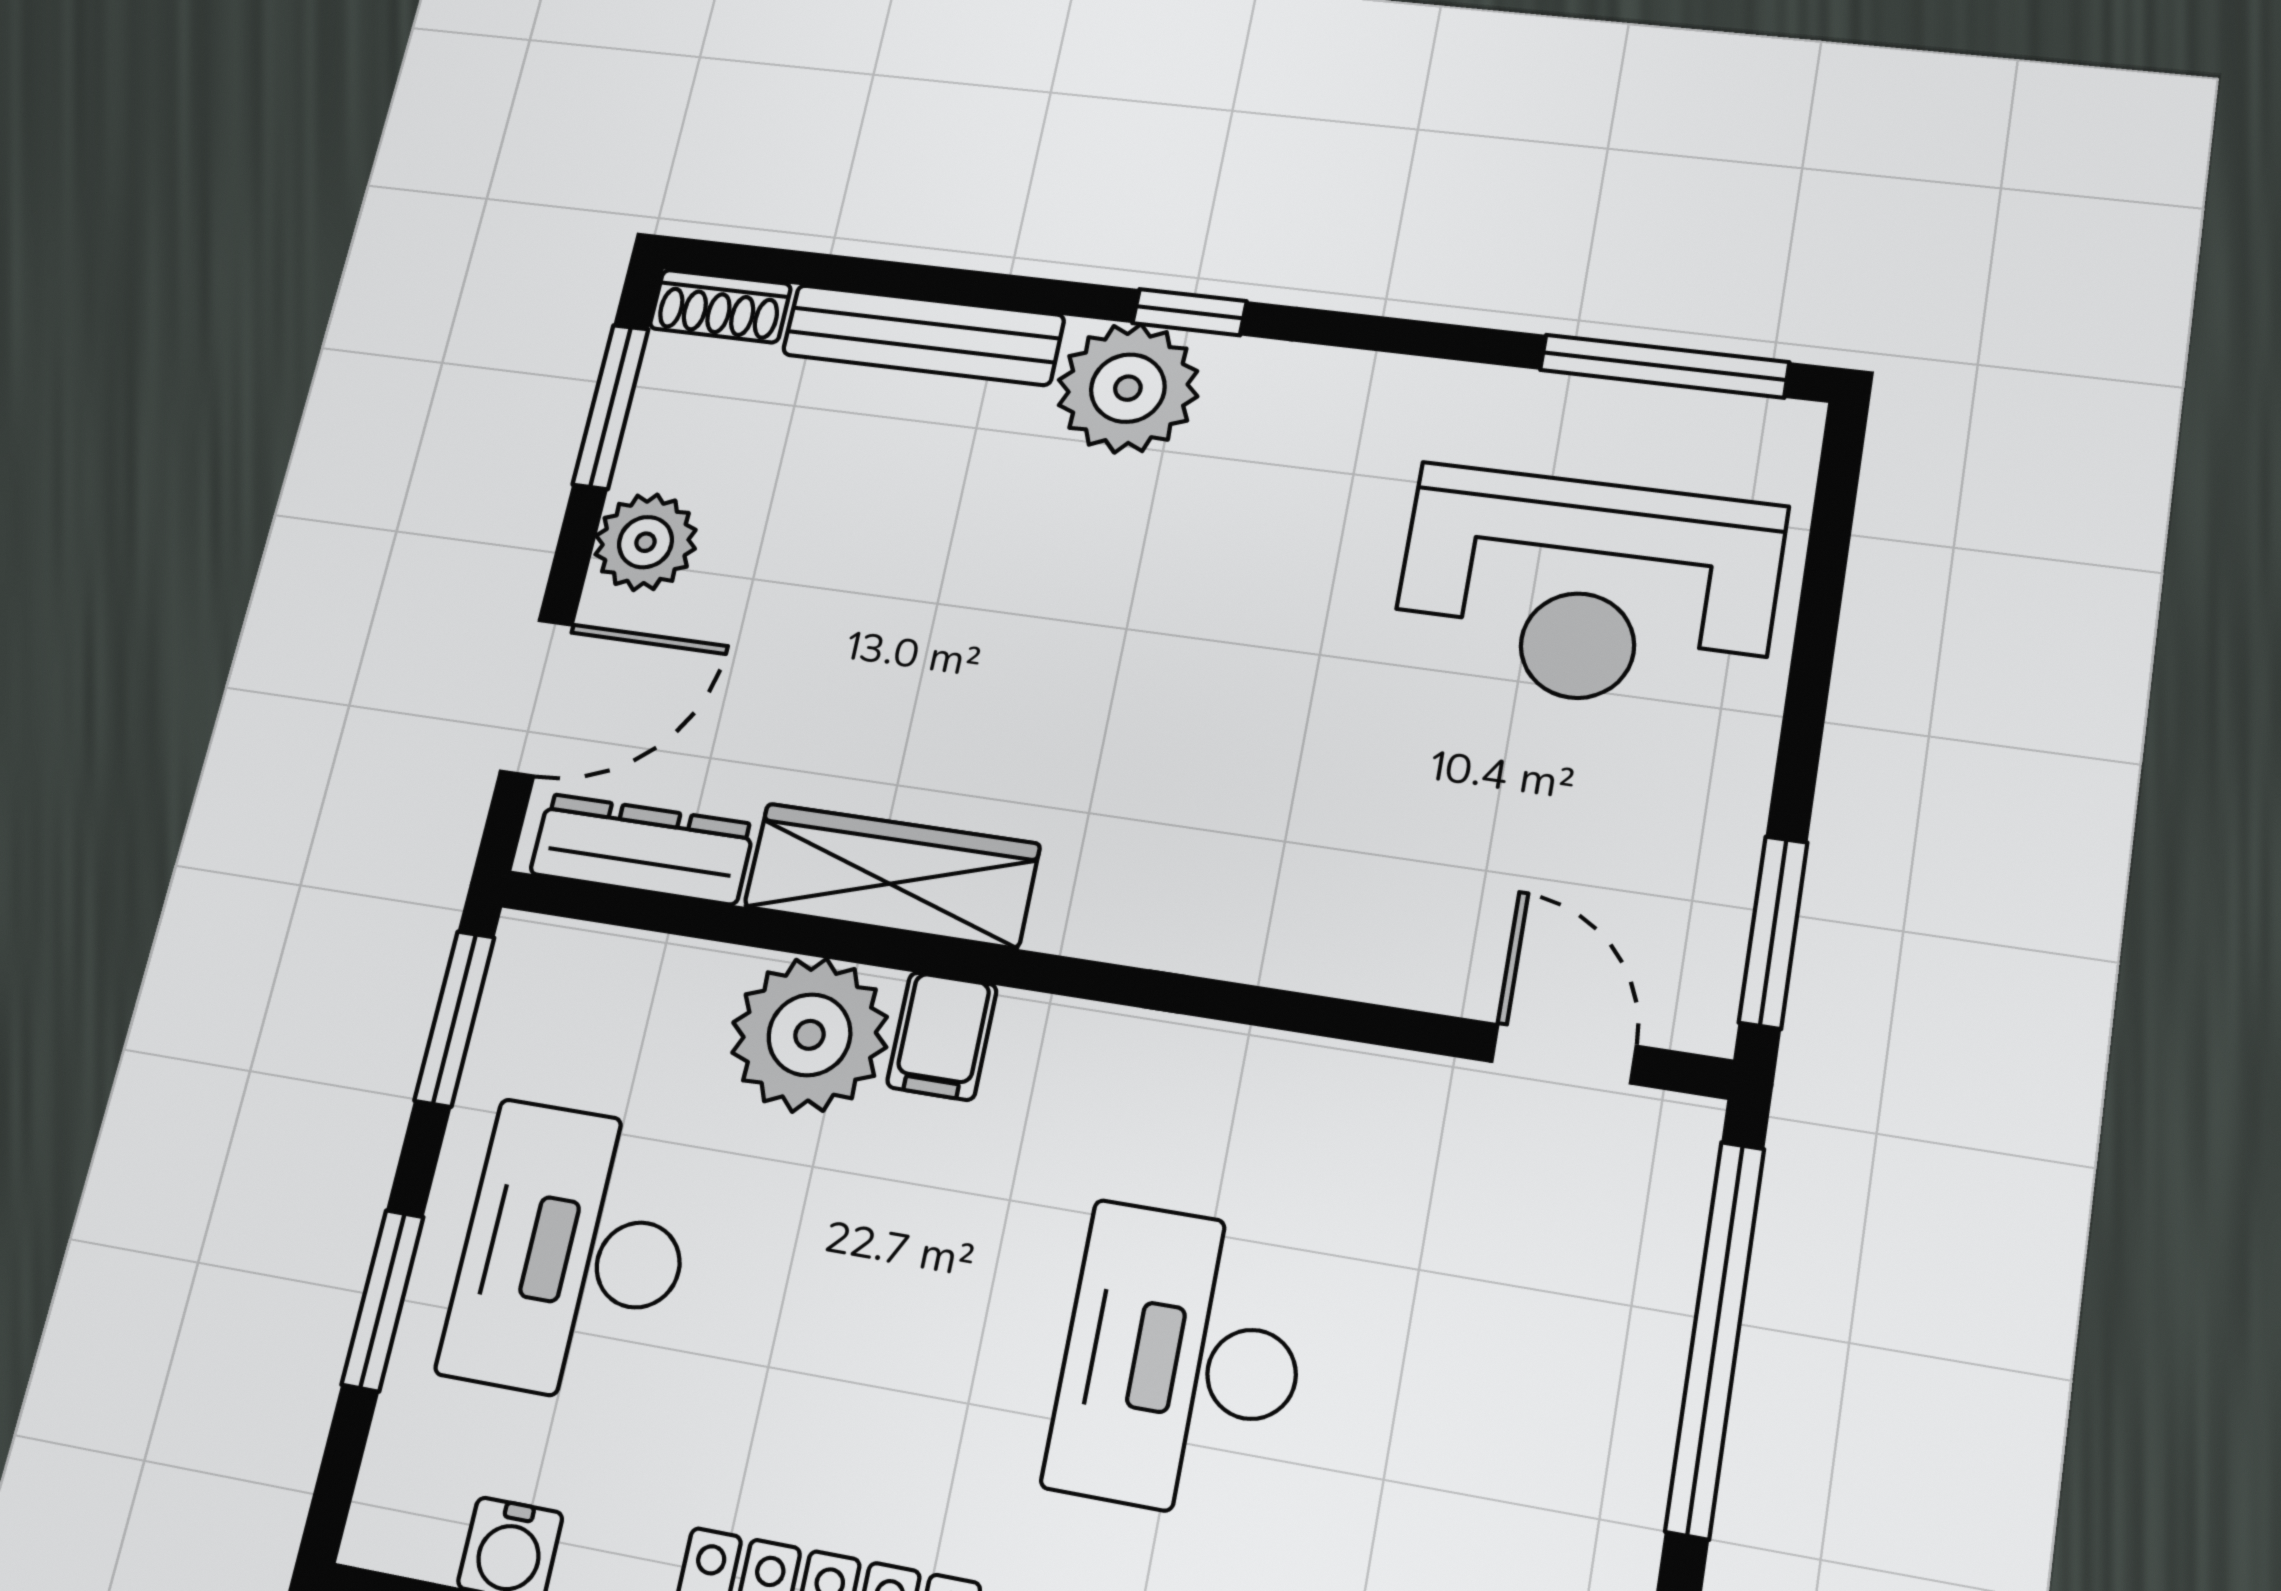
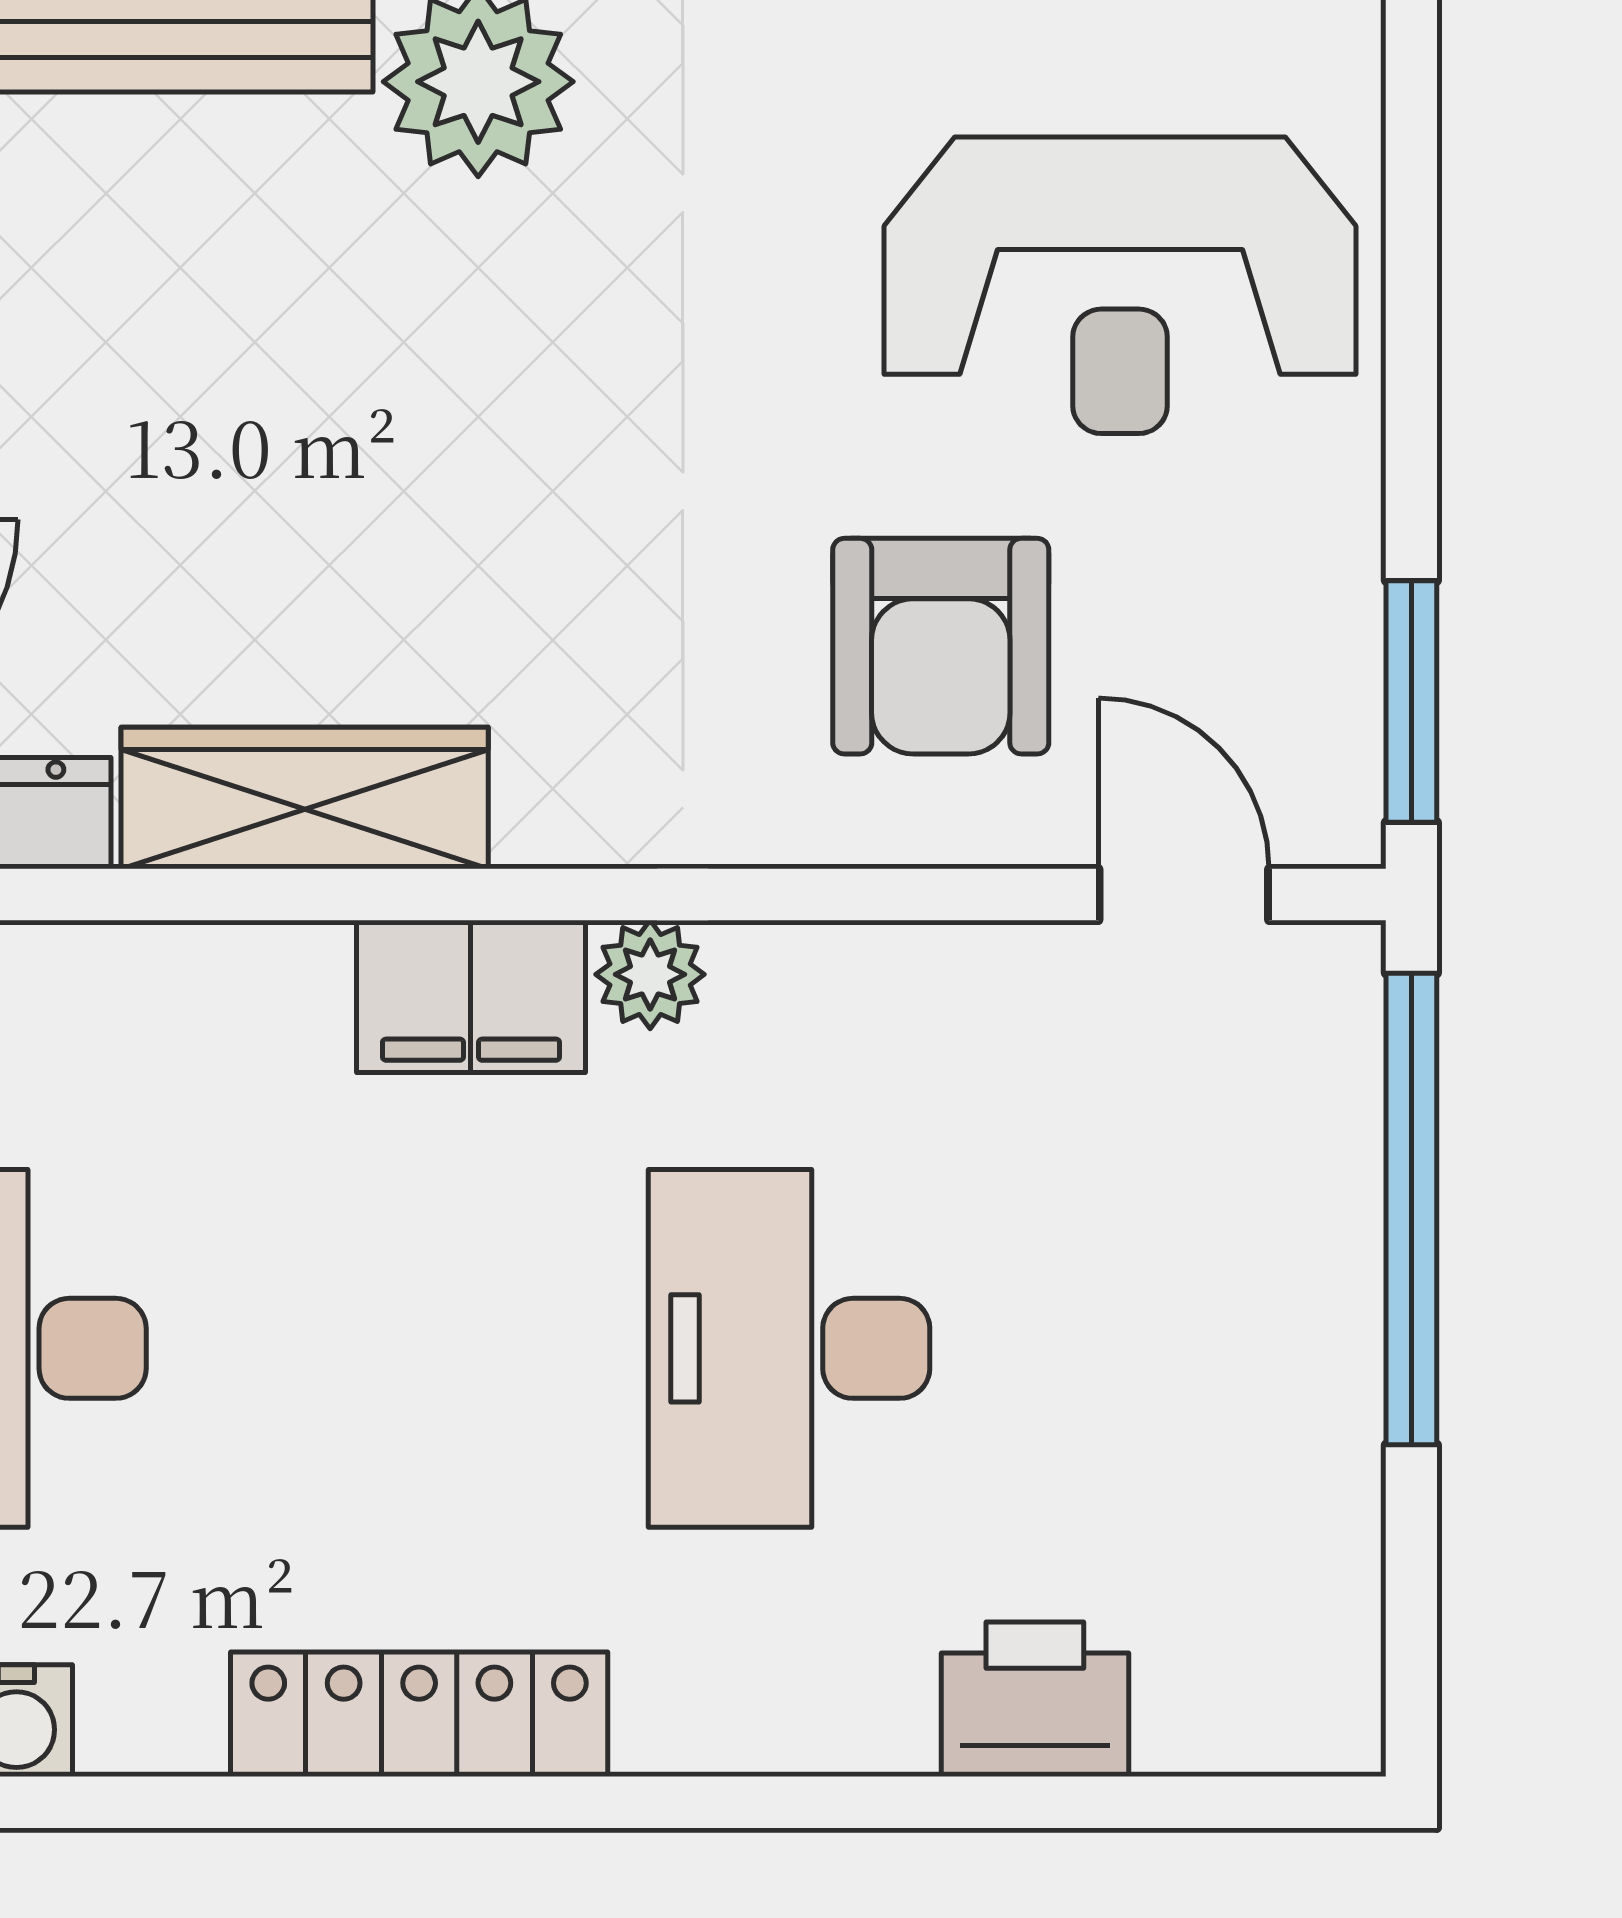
armchair: (1401, 835) -> (941, 646), added
plant: (809, 1035) -> (650, 974), moved, width x0.53, depth x0.53
filing cabinet: (942, 1036) -> (471, 996), width x2.00

